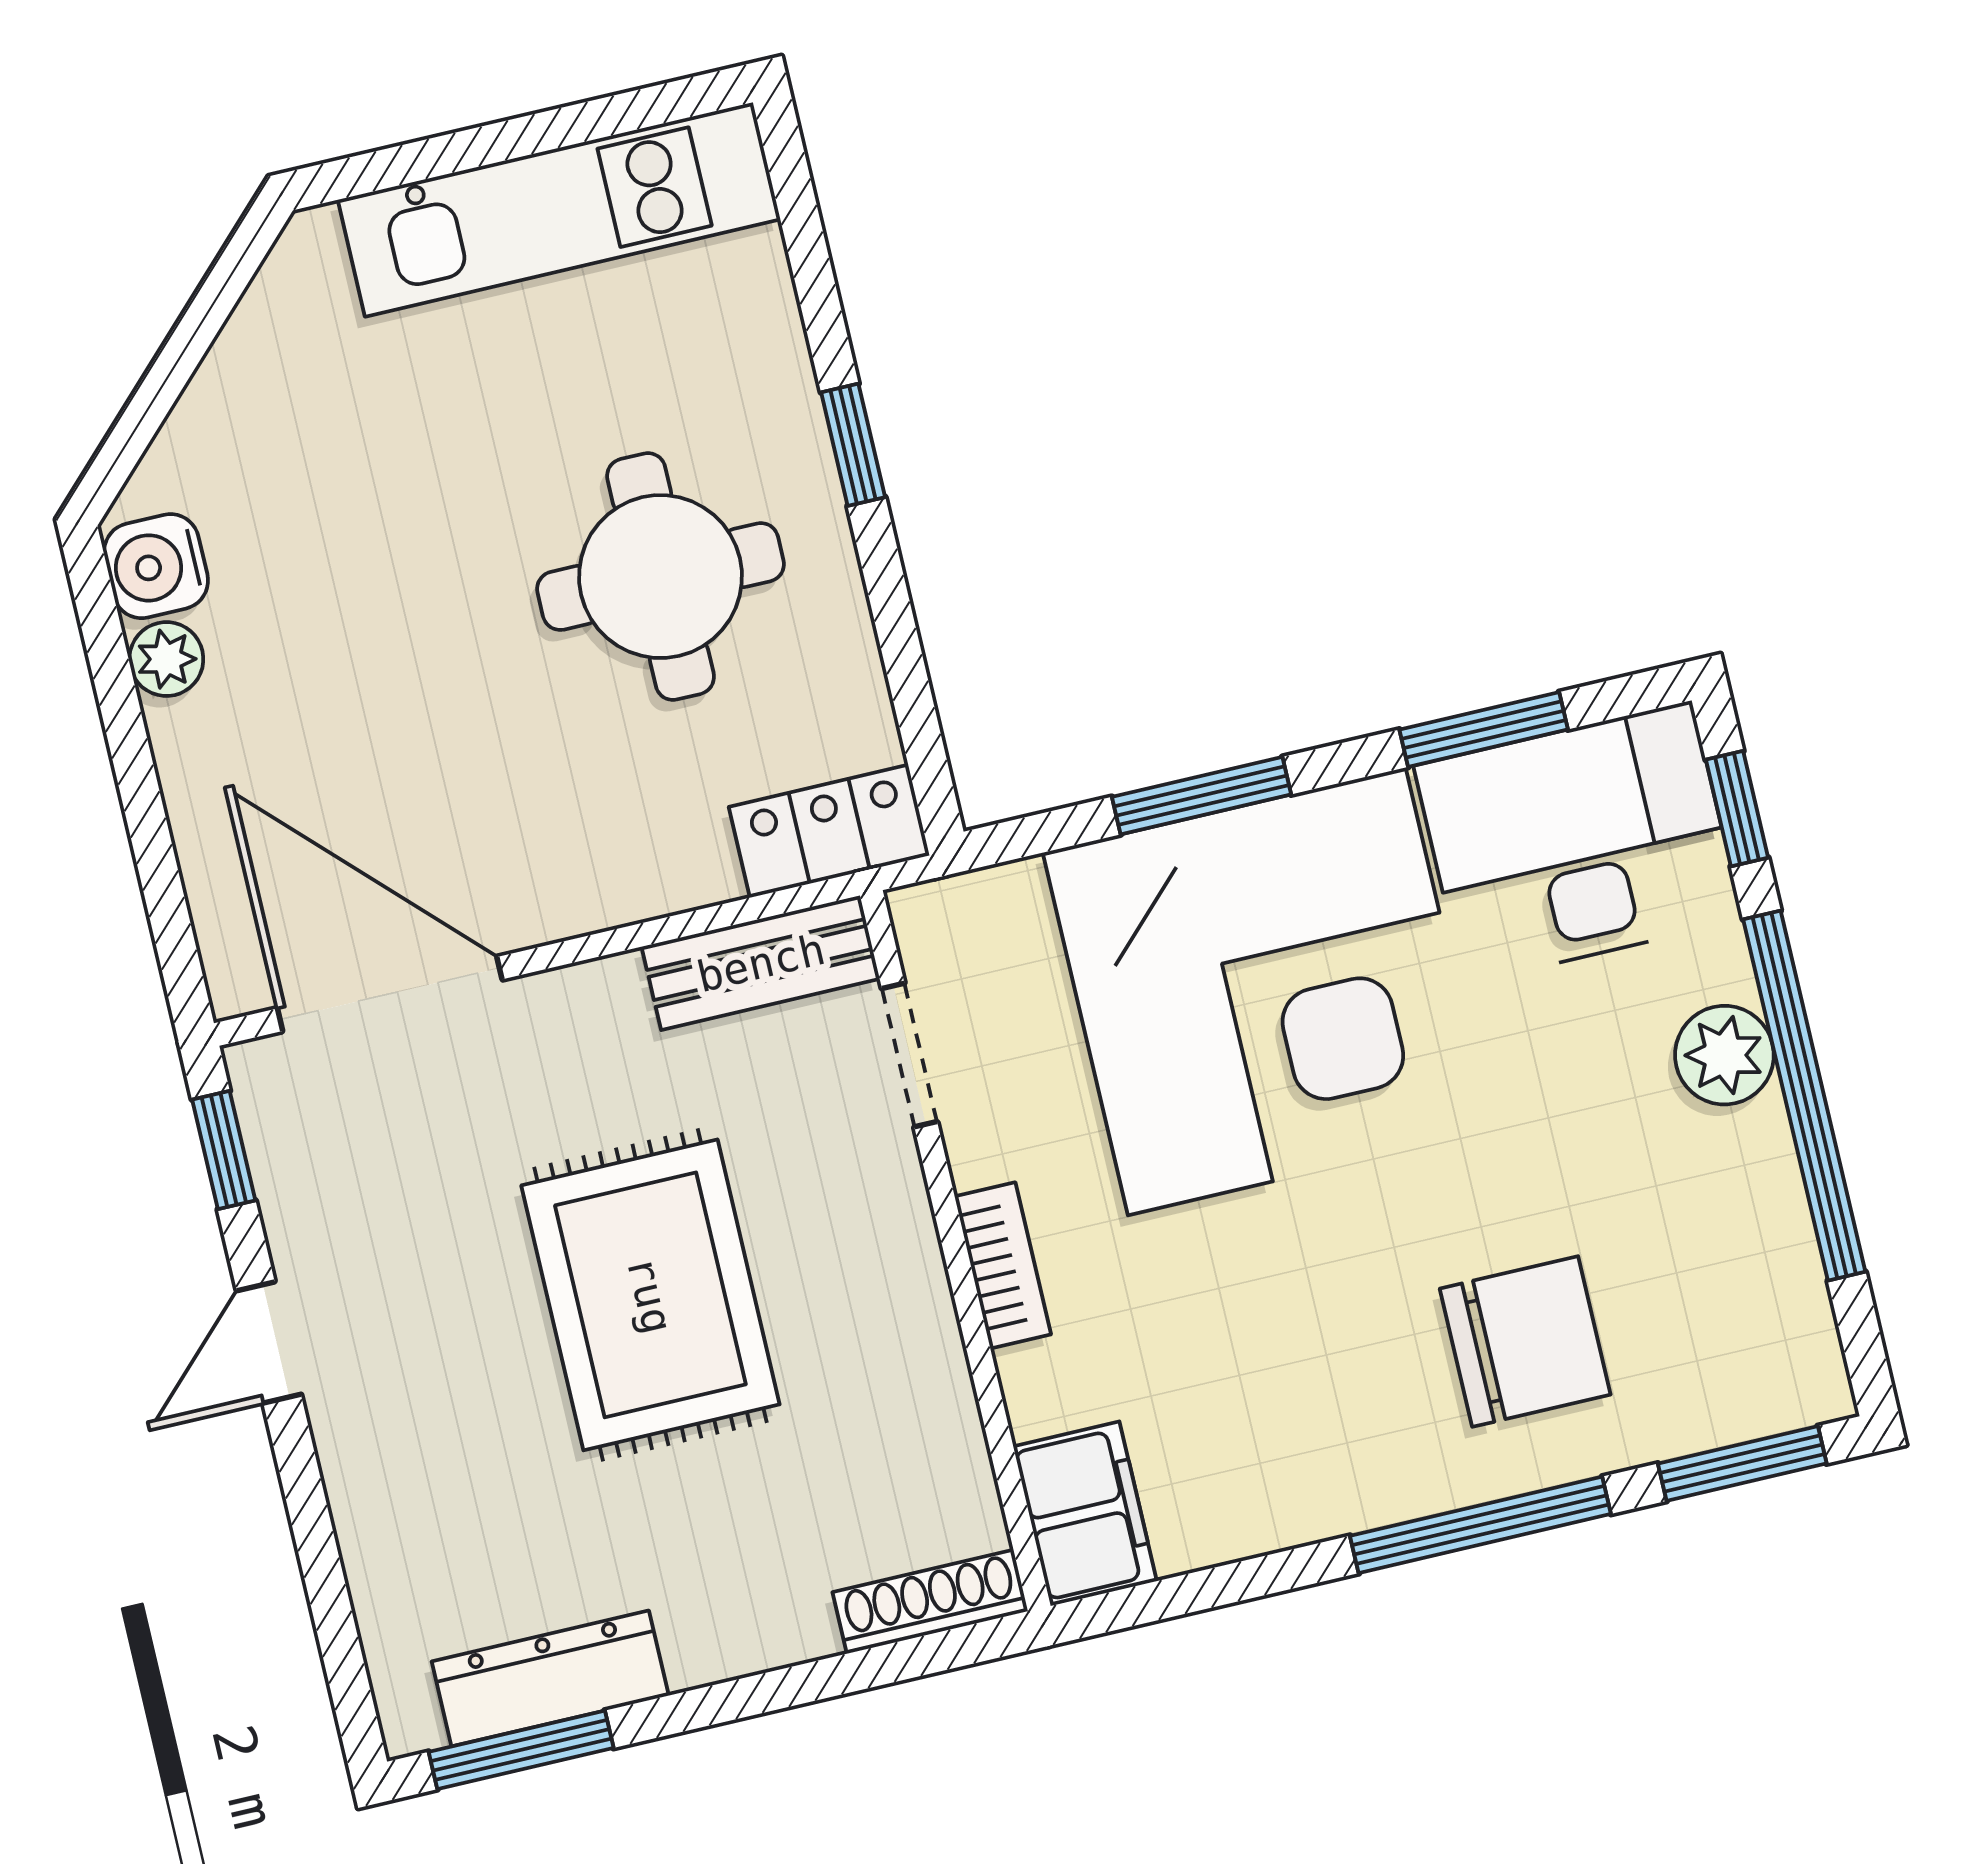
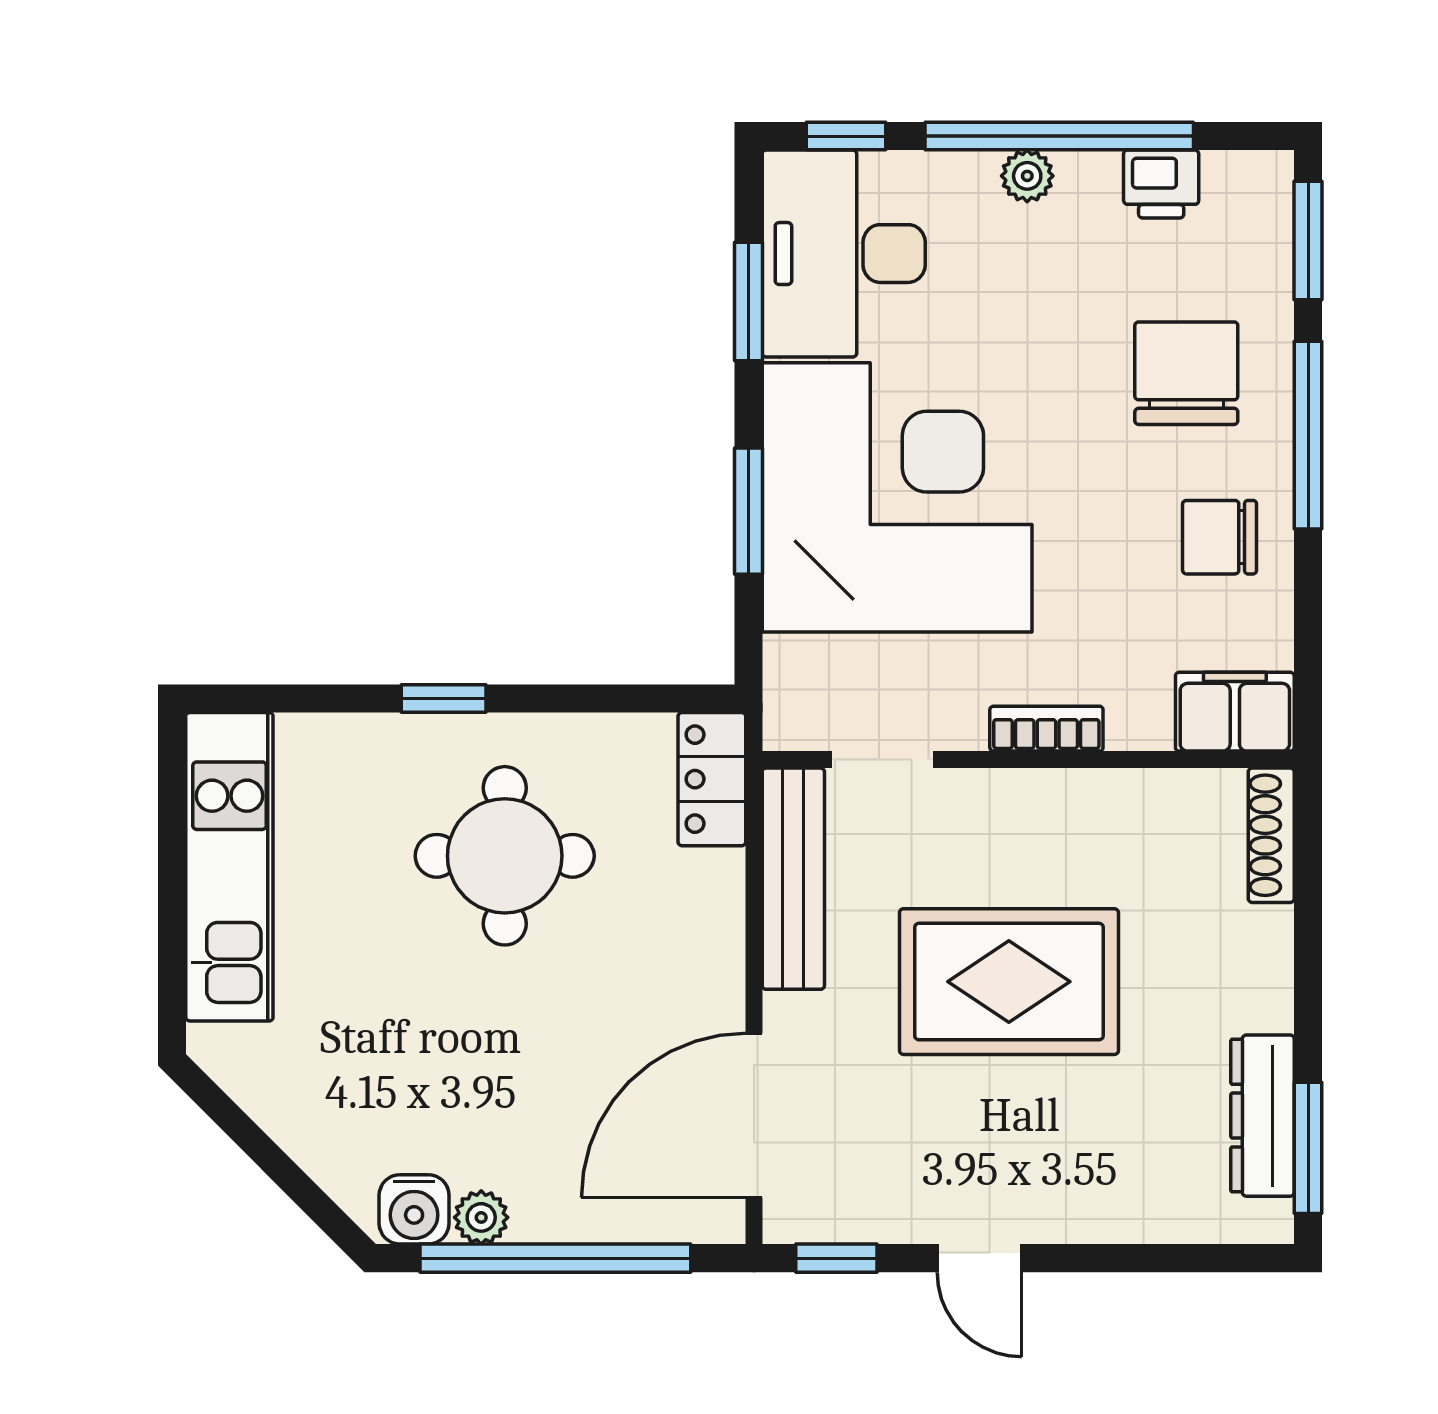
window: (135, 772) -> (555, 1258), added
bench: (761, 963) -> (793, 879), width x1.36
plant: (1724, 1055) -> (1027, 176), width x0.73, depth x0.73
printer: (1772, 1248) -> (1161, 184), added
chair: (1315, 1438) -> (1220, 537), added

